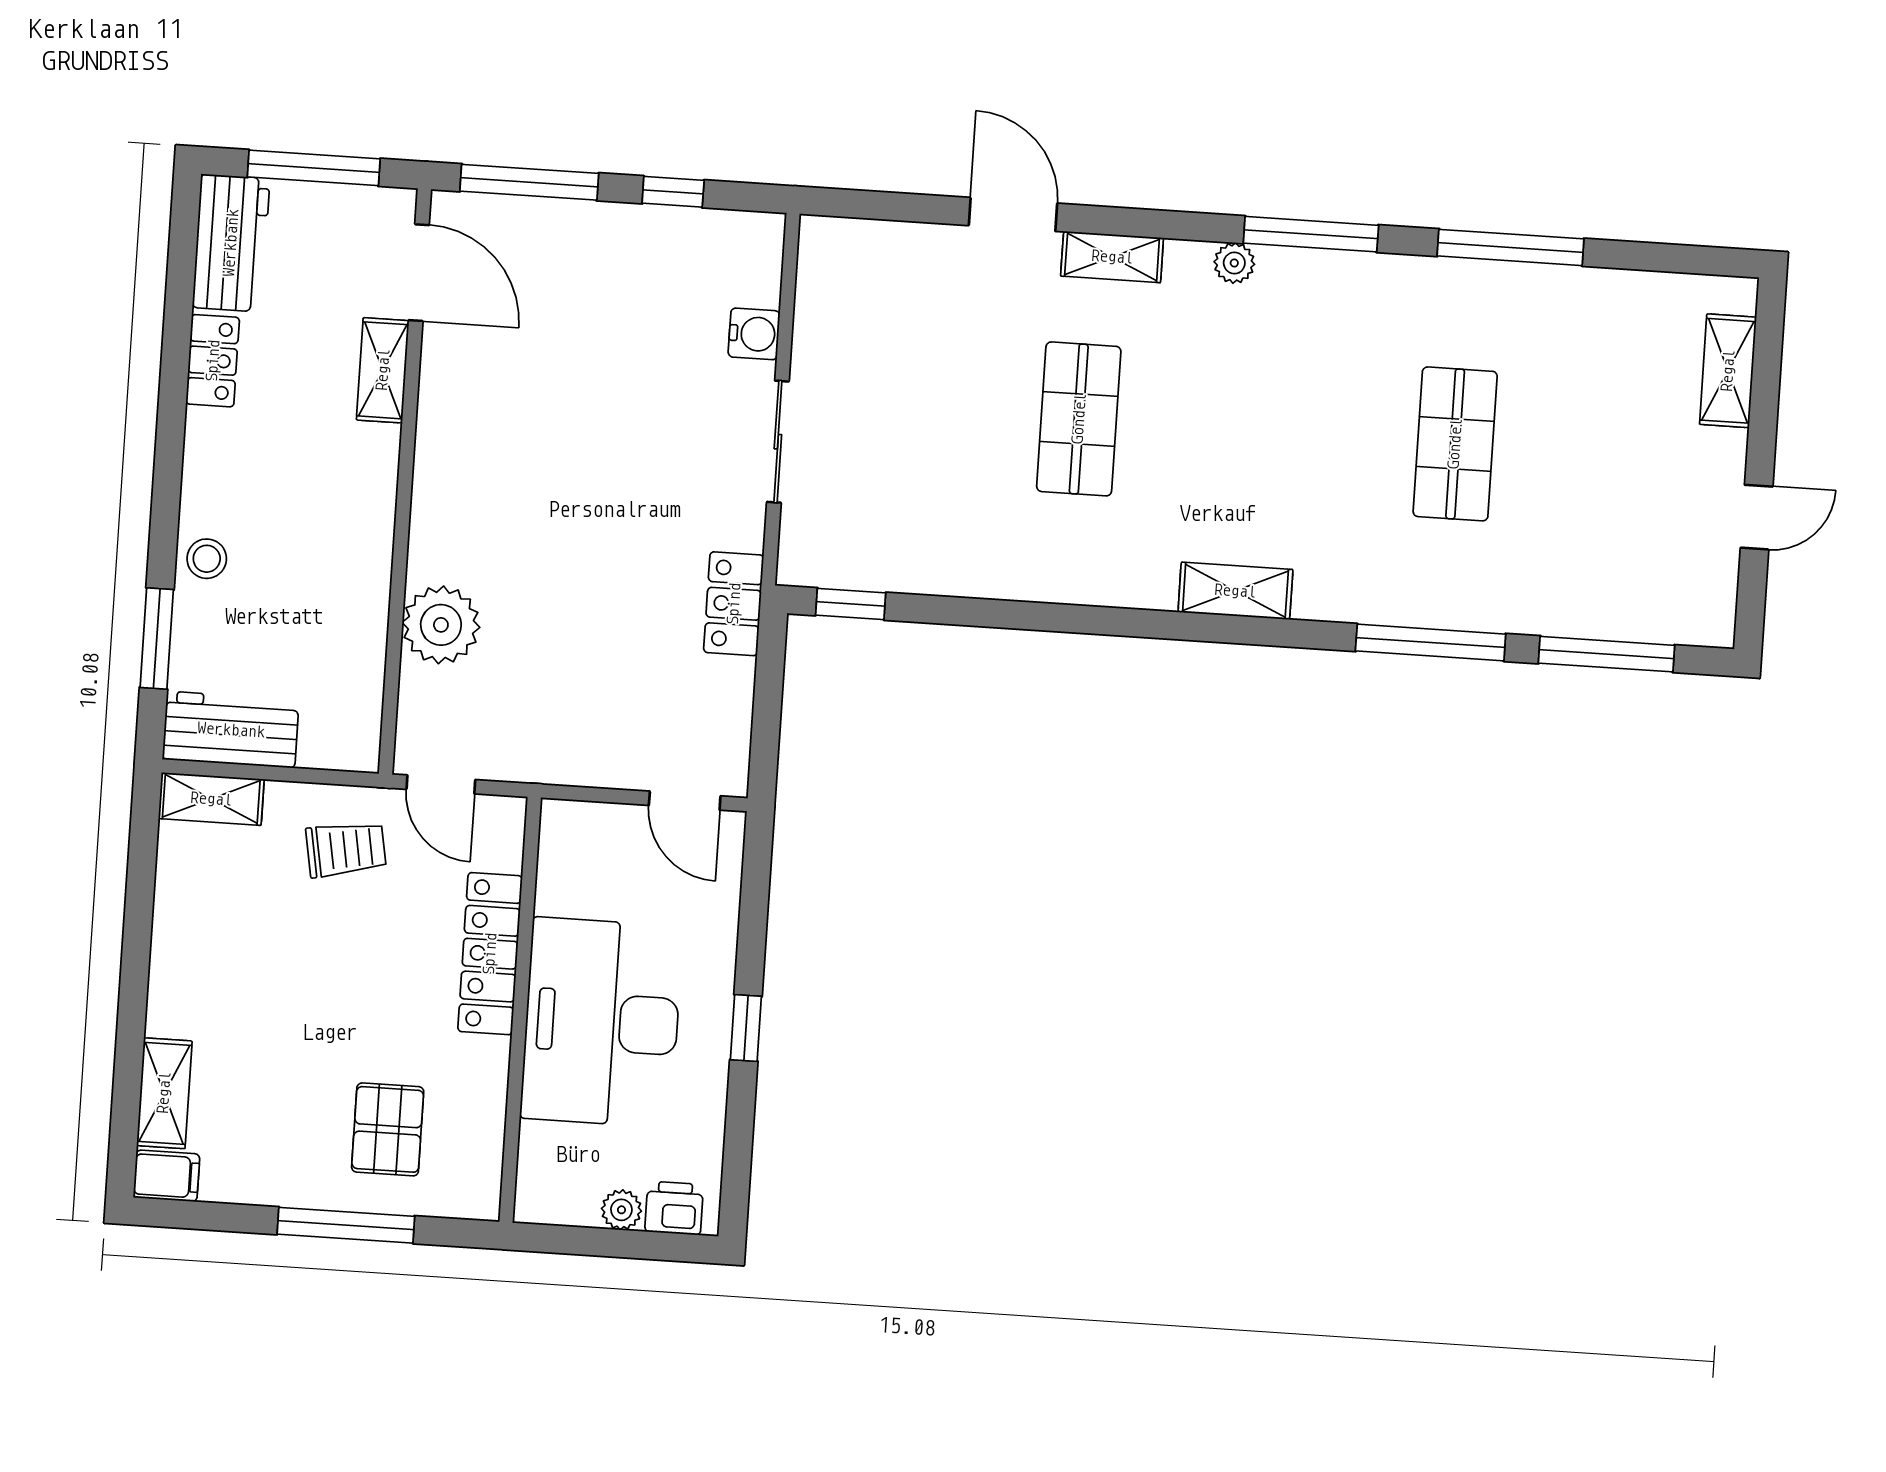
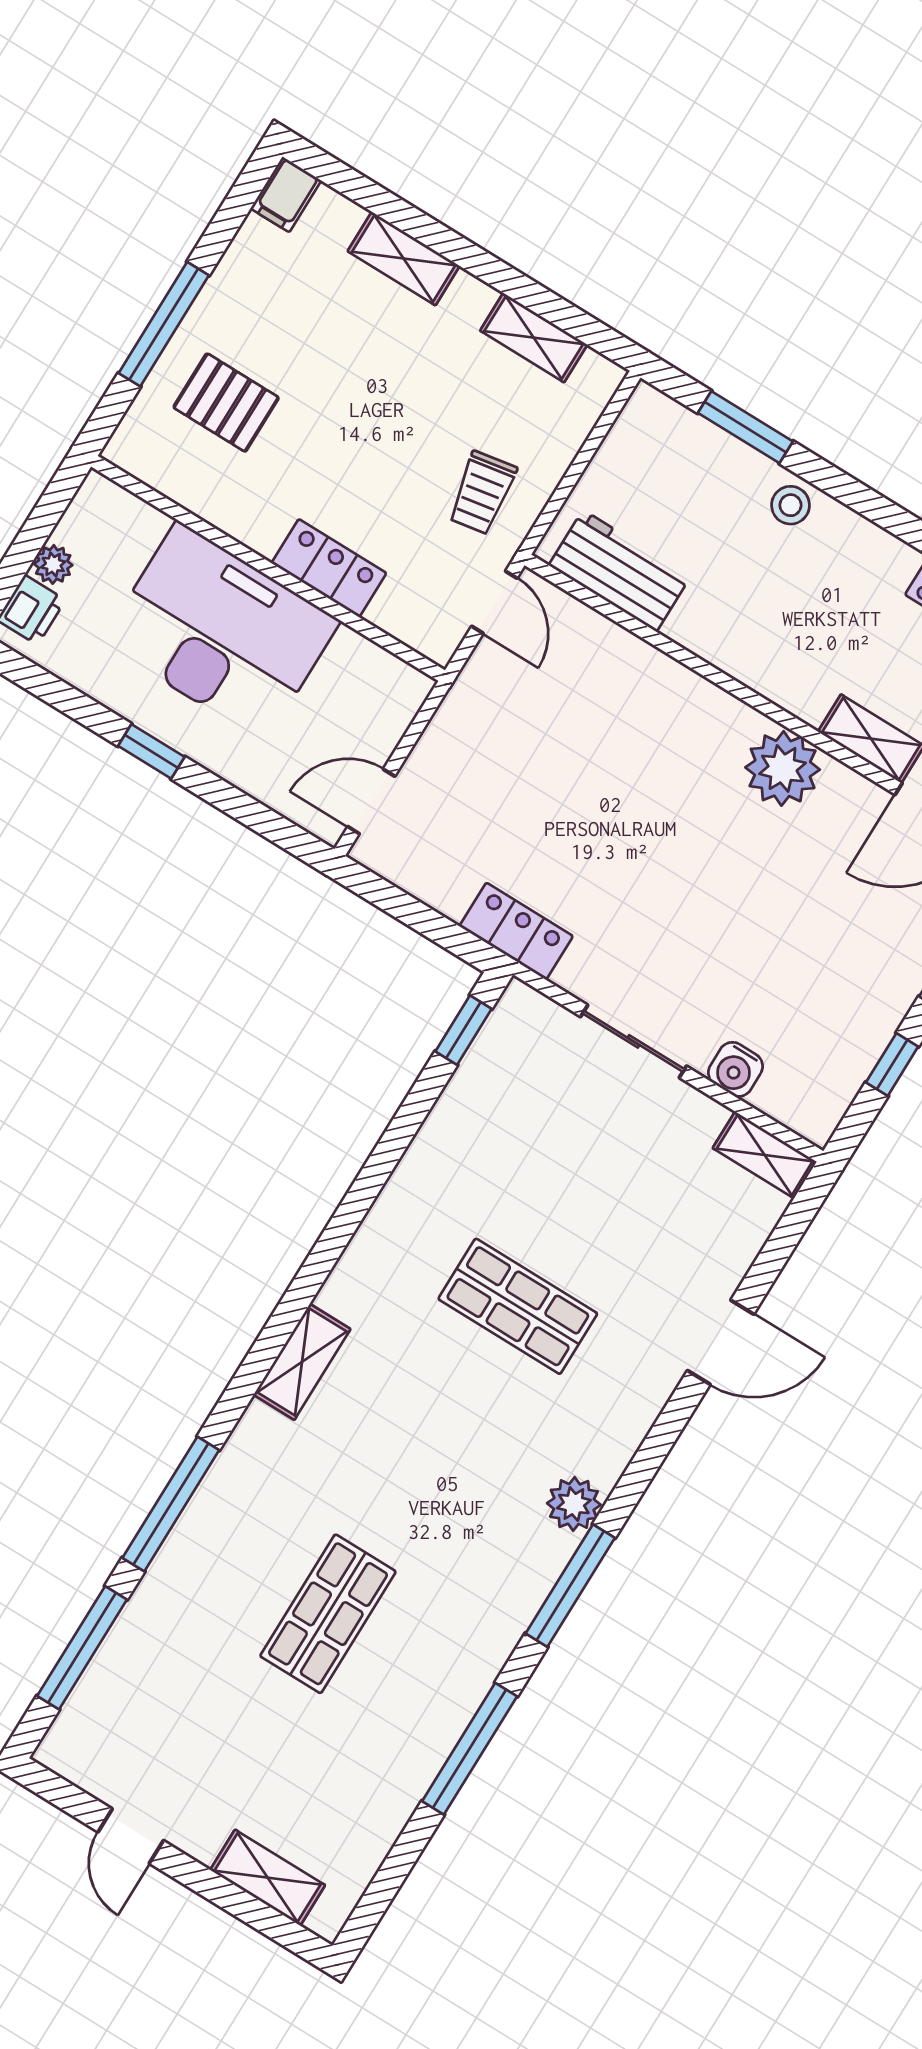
shelving: (1112, 257) -> (765, 1155), moved, turned 90
plant: (1234, 263) -> (574, 1504), width x1.38, depth x1.38
shop shelf: (1455, 444) -> (328, 1614), turned 90
plant: (441, 625) -> (783, 768), moved
workbench: (231, 730) -> (620, 571), moved, turned -90
door: (441, 784) -> (494, 602), swing flipped
shelving: (211, 799) -> (534, 338), moved, turned 90
locker: (490, 954) -> (329, 568), width x0.66
shelving: (164, 1093) -> (404, 259), moved

